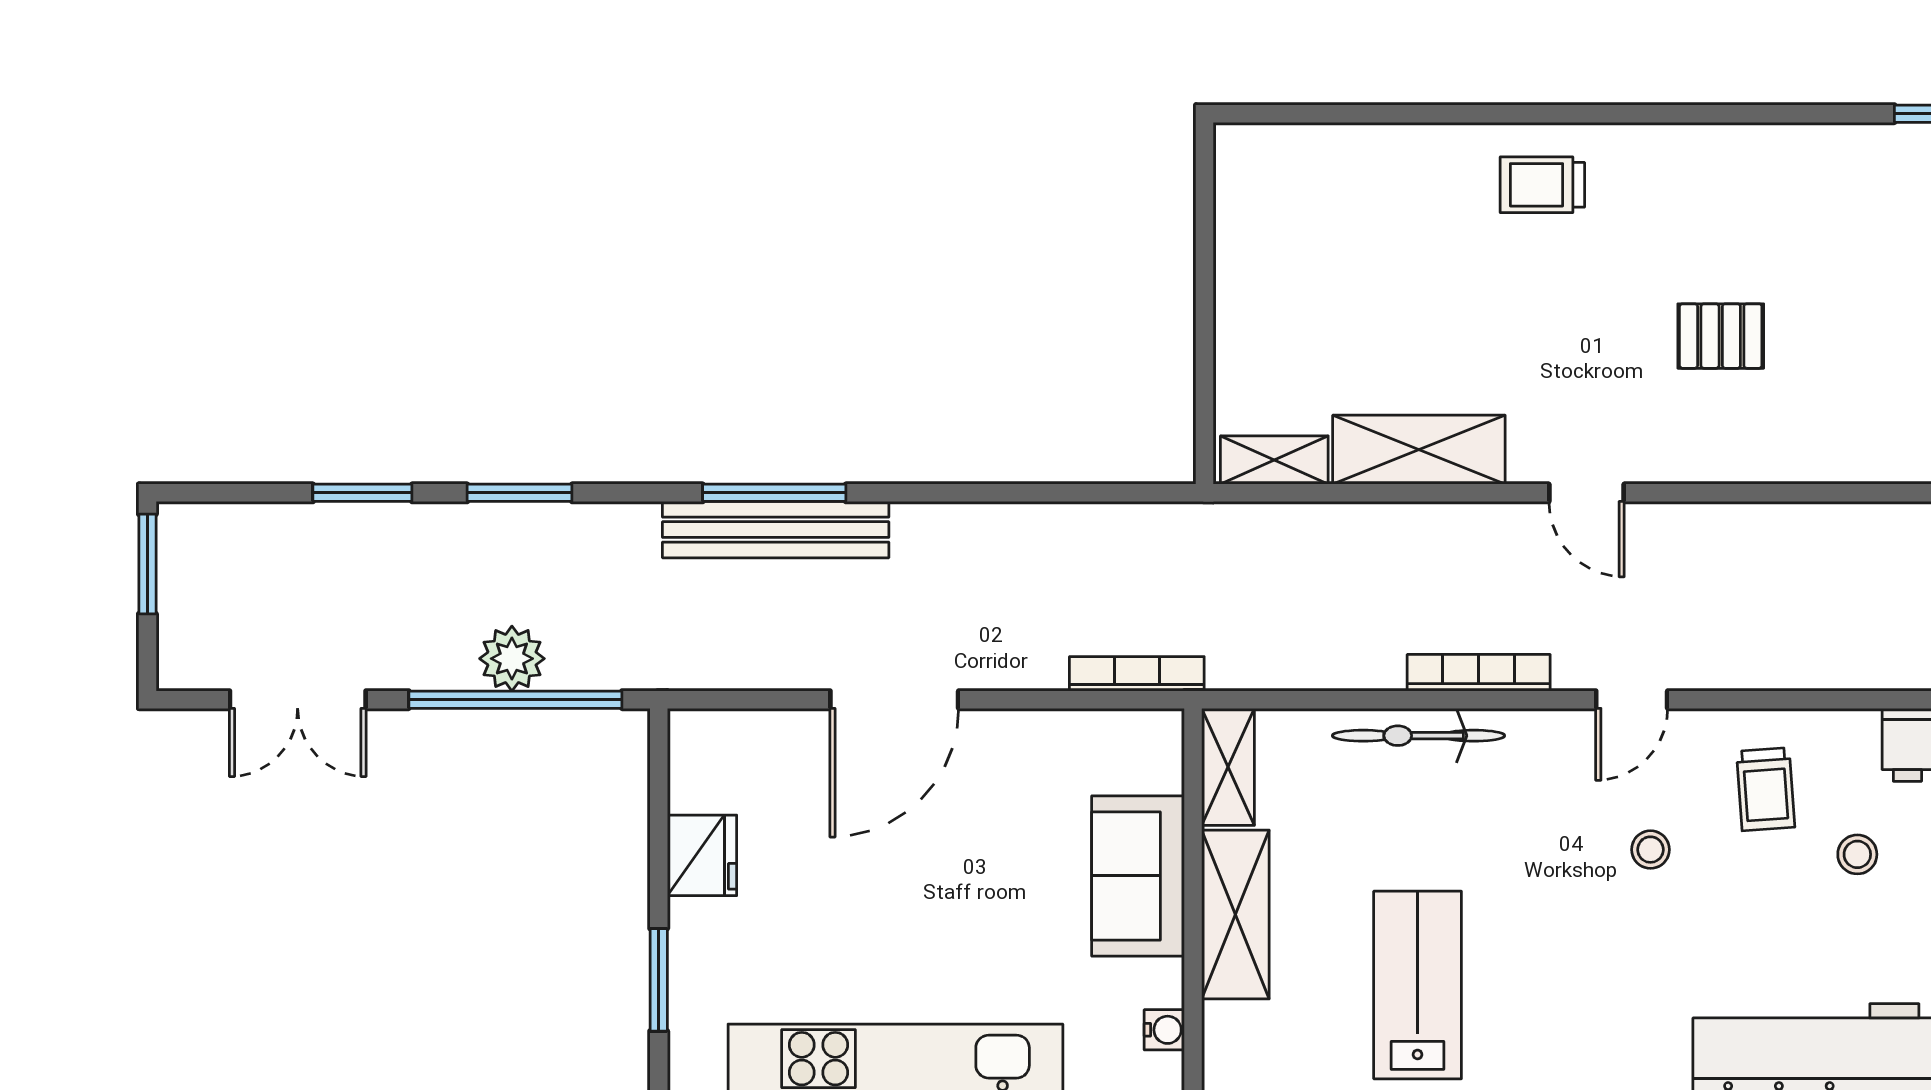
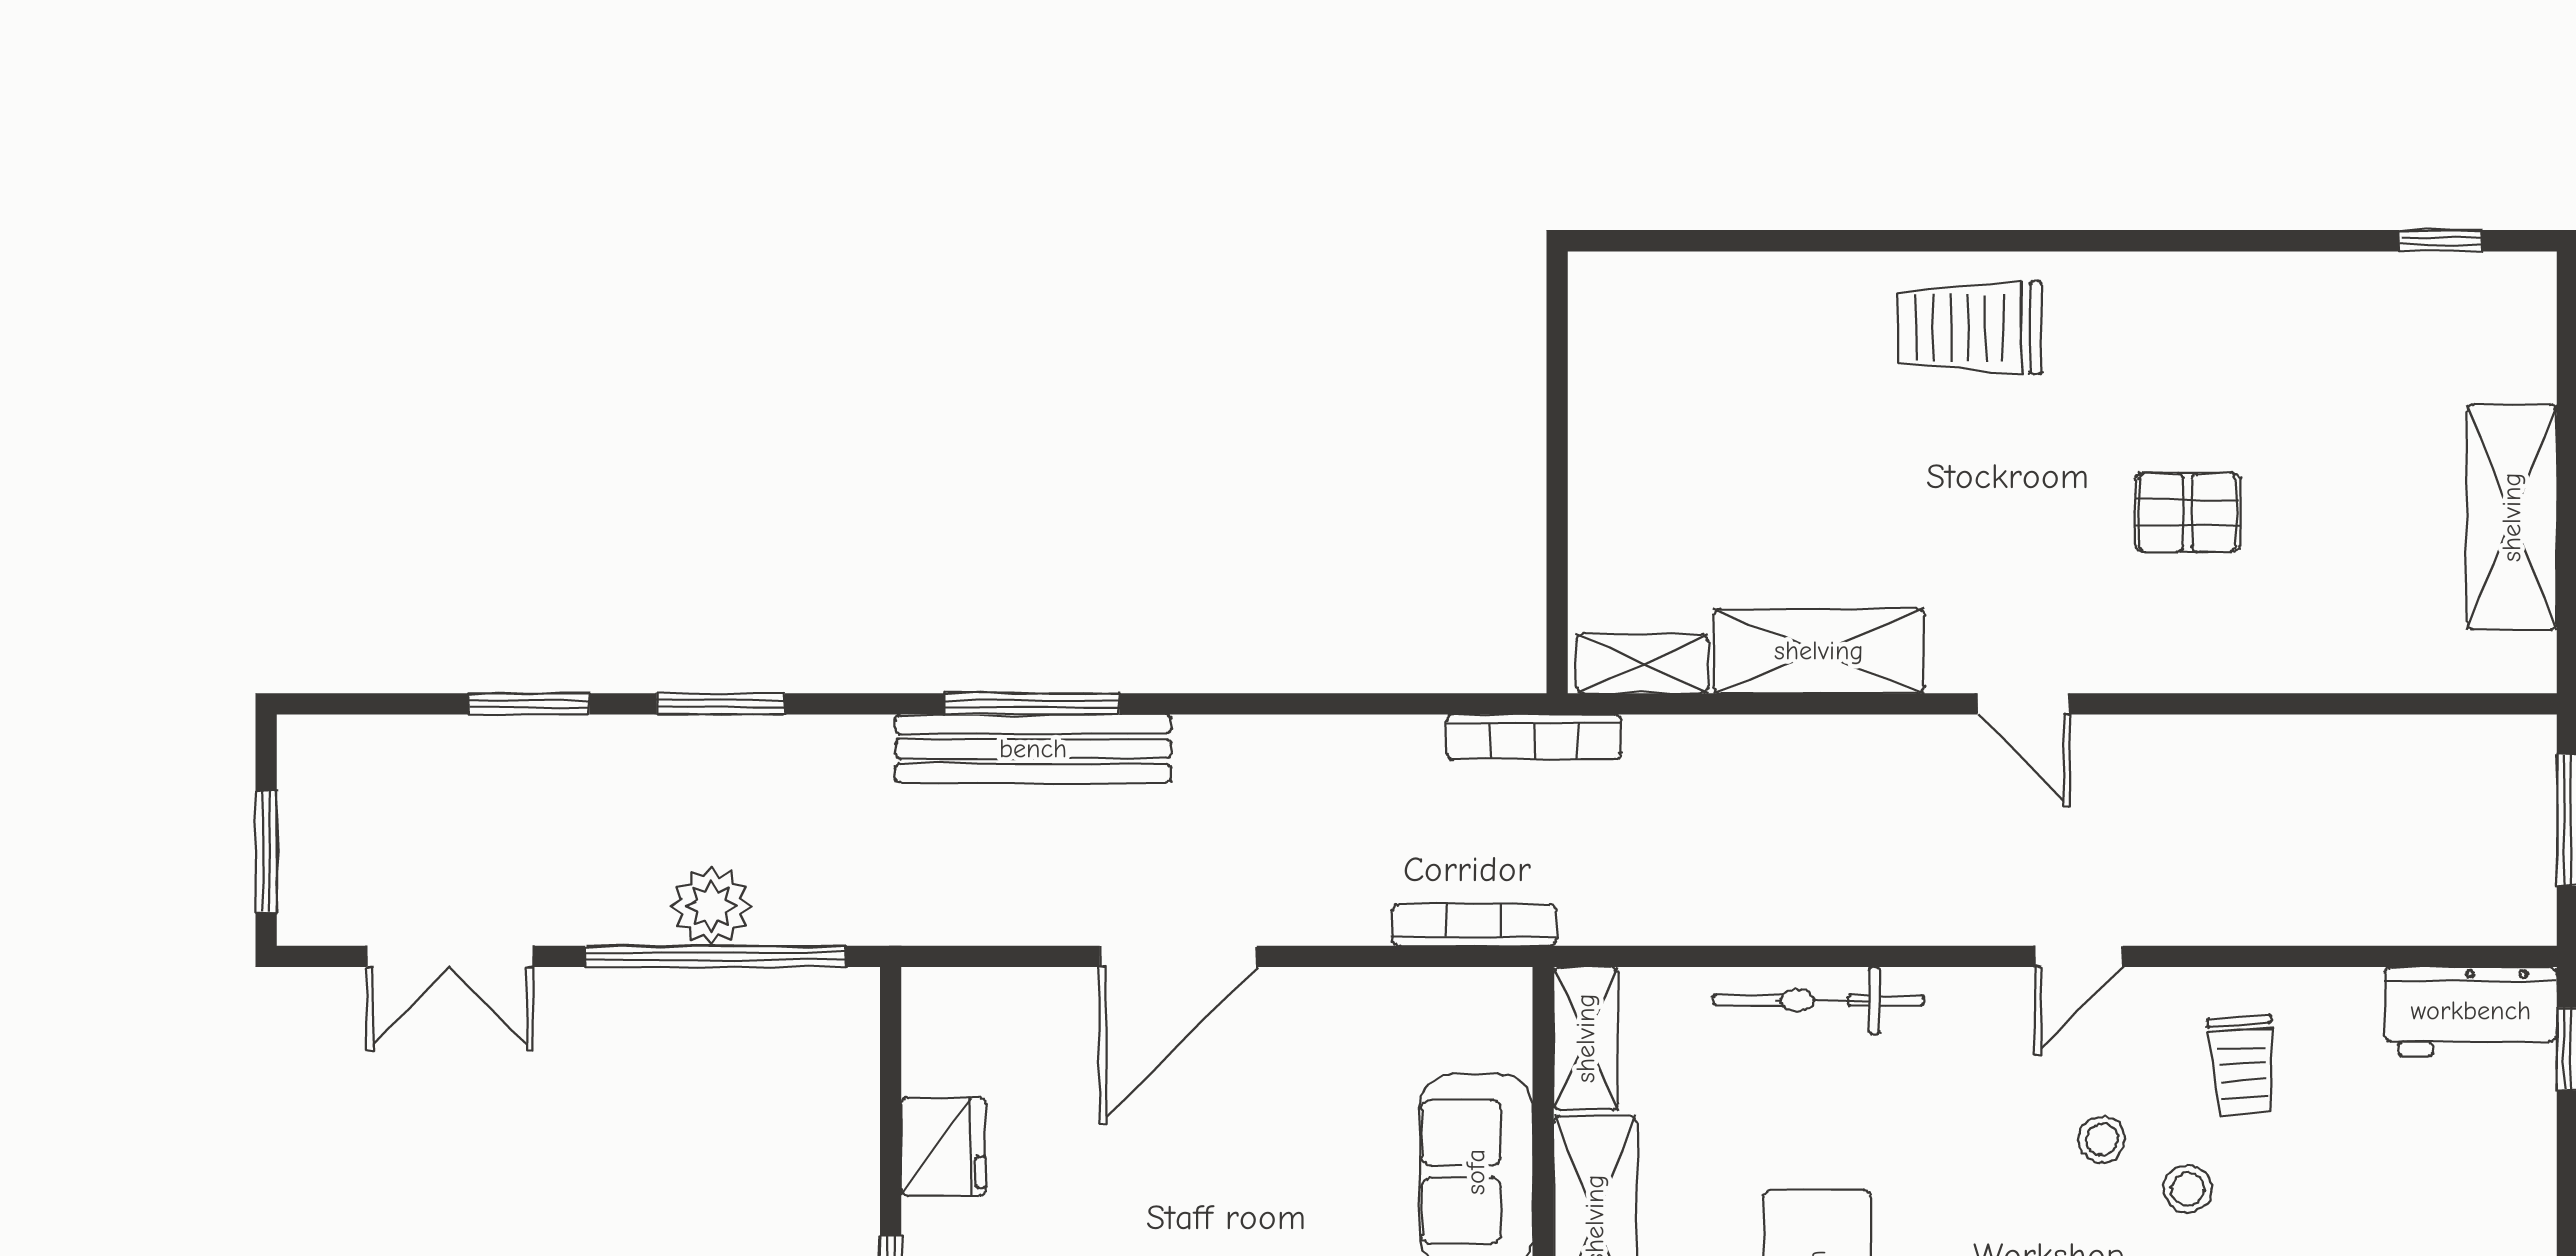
trolley: (1542, 185) -> (1970, 328), width x1.36, depth x1.39
window: (147, 564) -> (266, 851), moved
bookcase: (1479, 673) -> (1534, 737), moved, turned 180
stool: (1857, 854) -> (2188, 1189), moved

